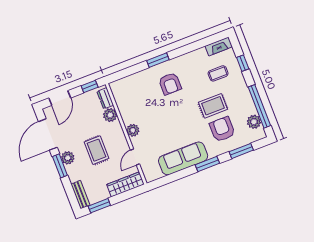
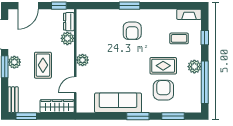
plant: (254, 122) -> (194, 67), moved

